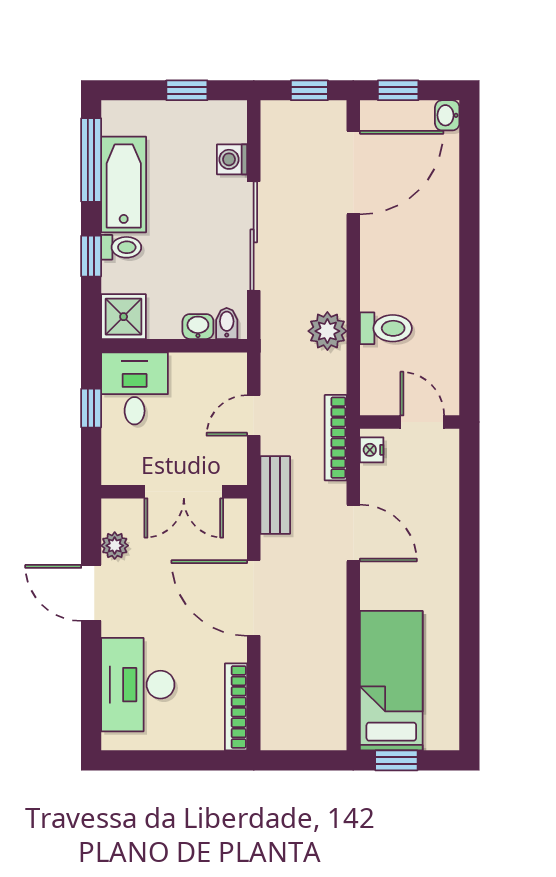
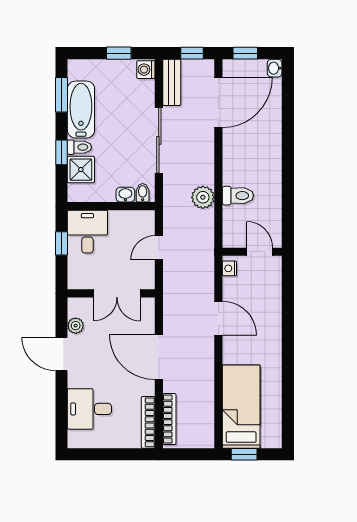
washing machine: (232, 159) -> (146, 70), moved
window: (91, 160) -> (61, 95), width x0.69
shower: (124, 317) -> (81, 170), moved
bookcase: (336, 438) -> (169, 419), moved, turned 180
bench: (275, 495) -> (172, 82), moved
desk: (138, 685) -> (89, 409), width x0.73

